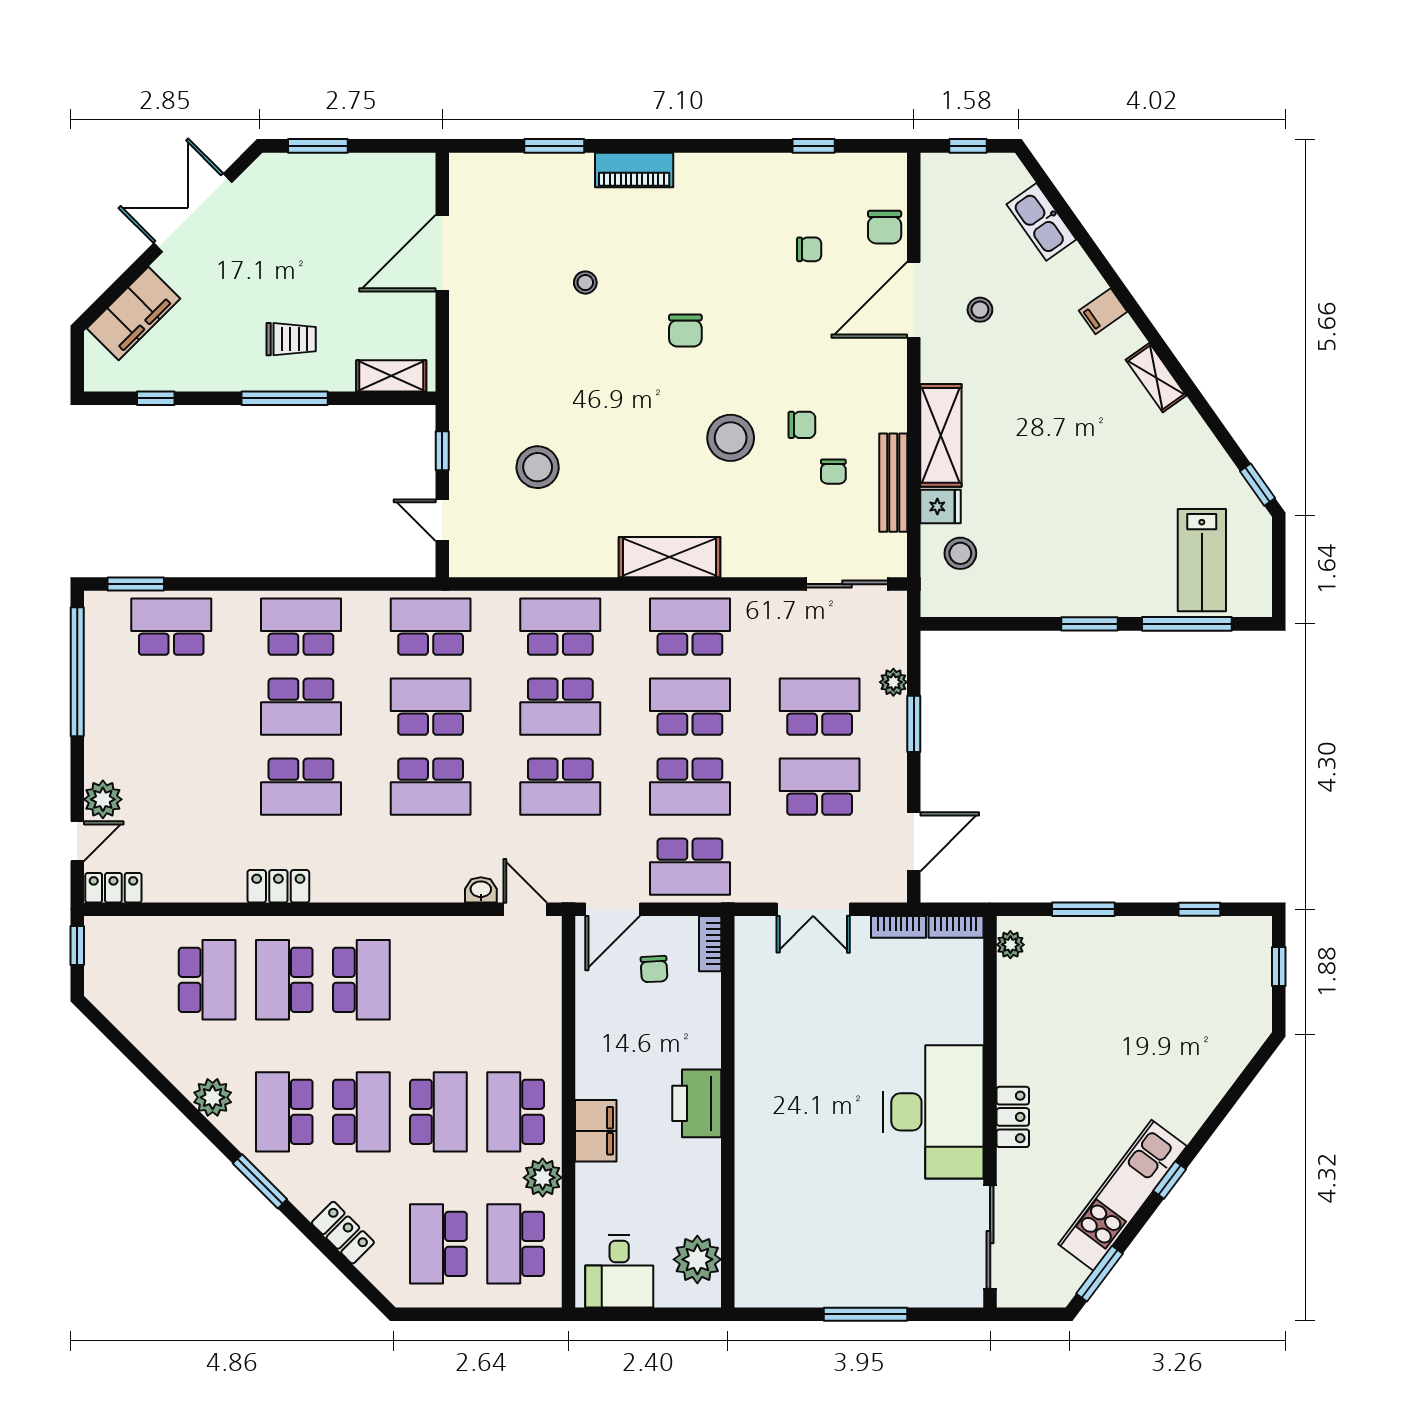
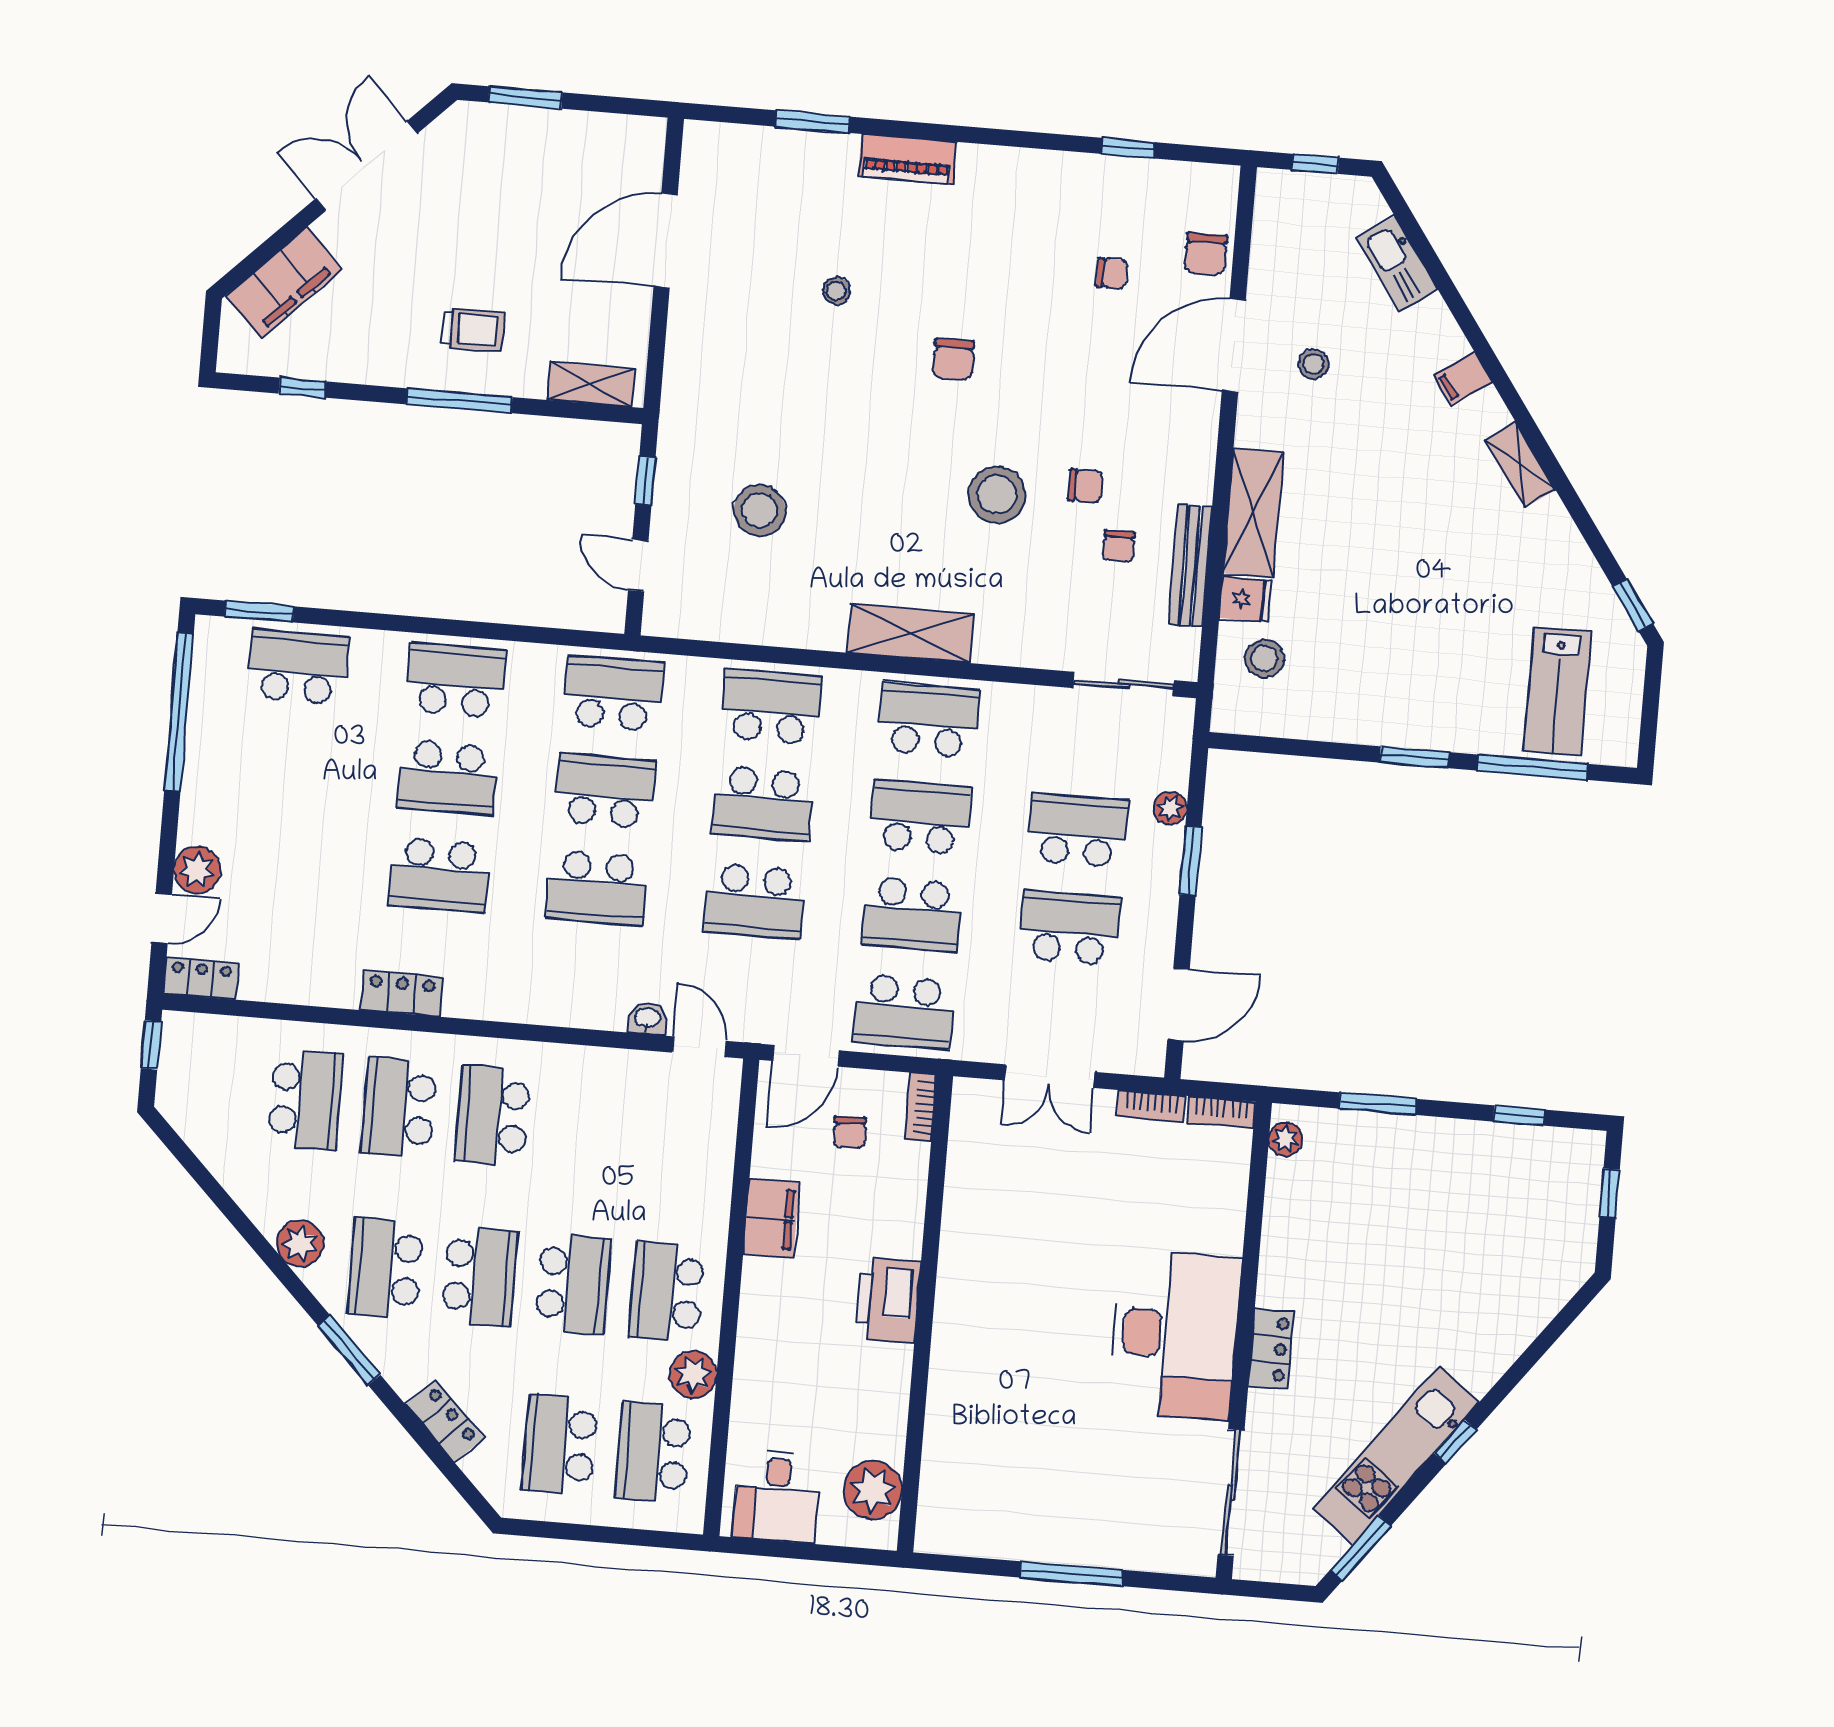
school desk: (361, 980) -> (493, 1116), turned 180
filing cabinet: (596, 1131) -> (771, 1218), moved

